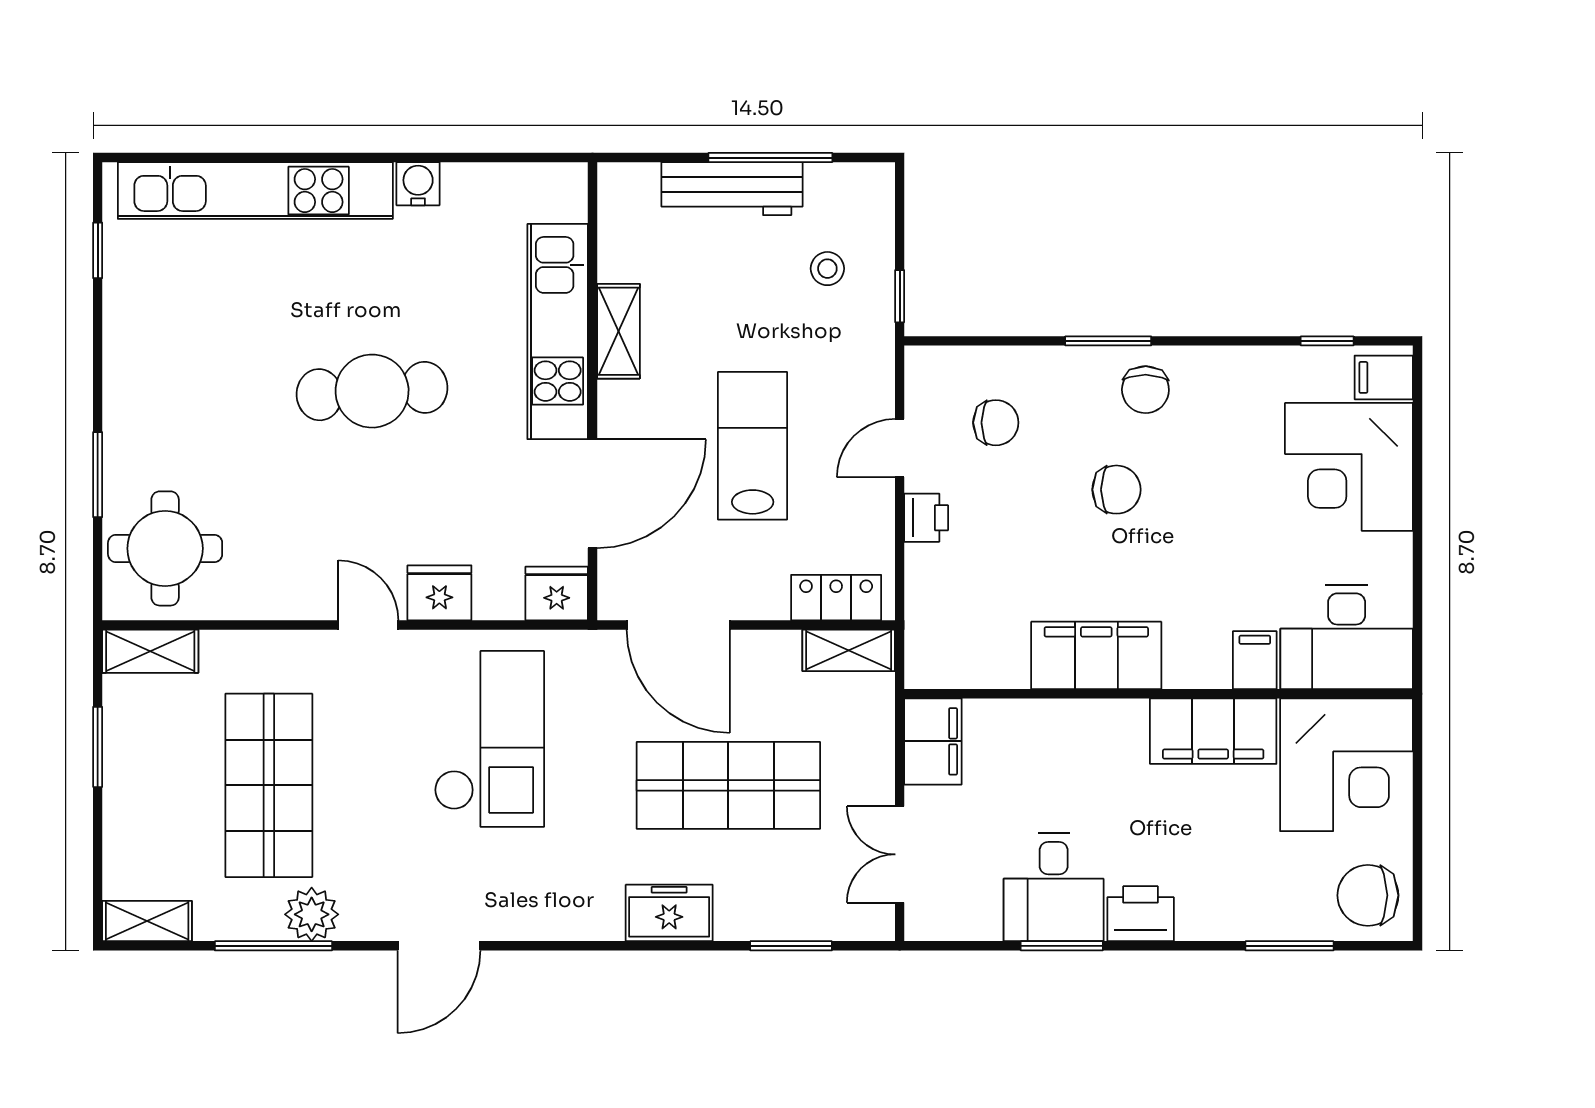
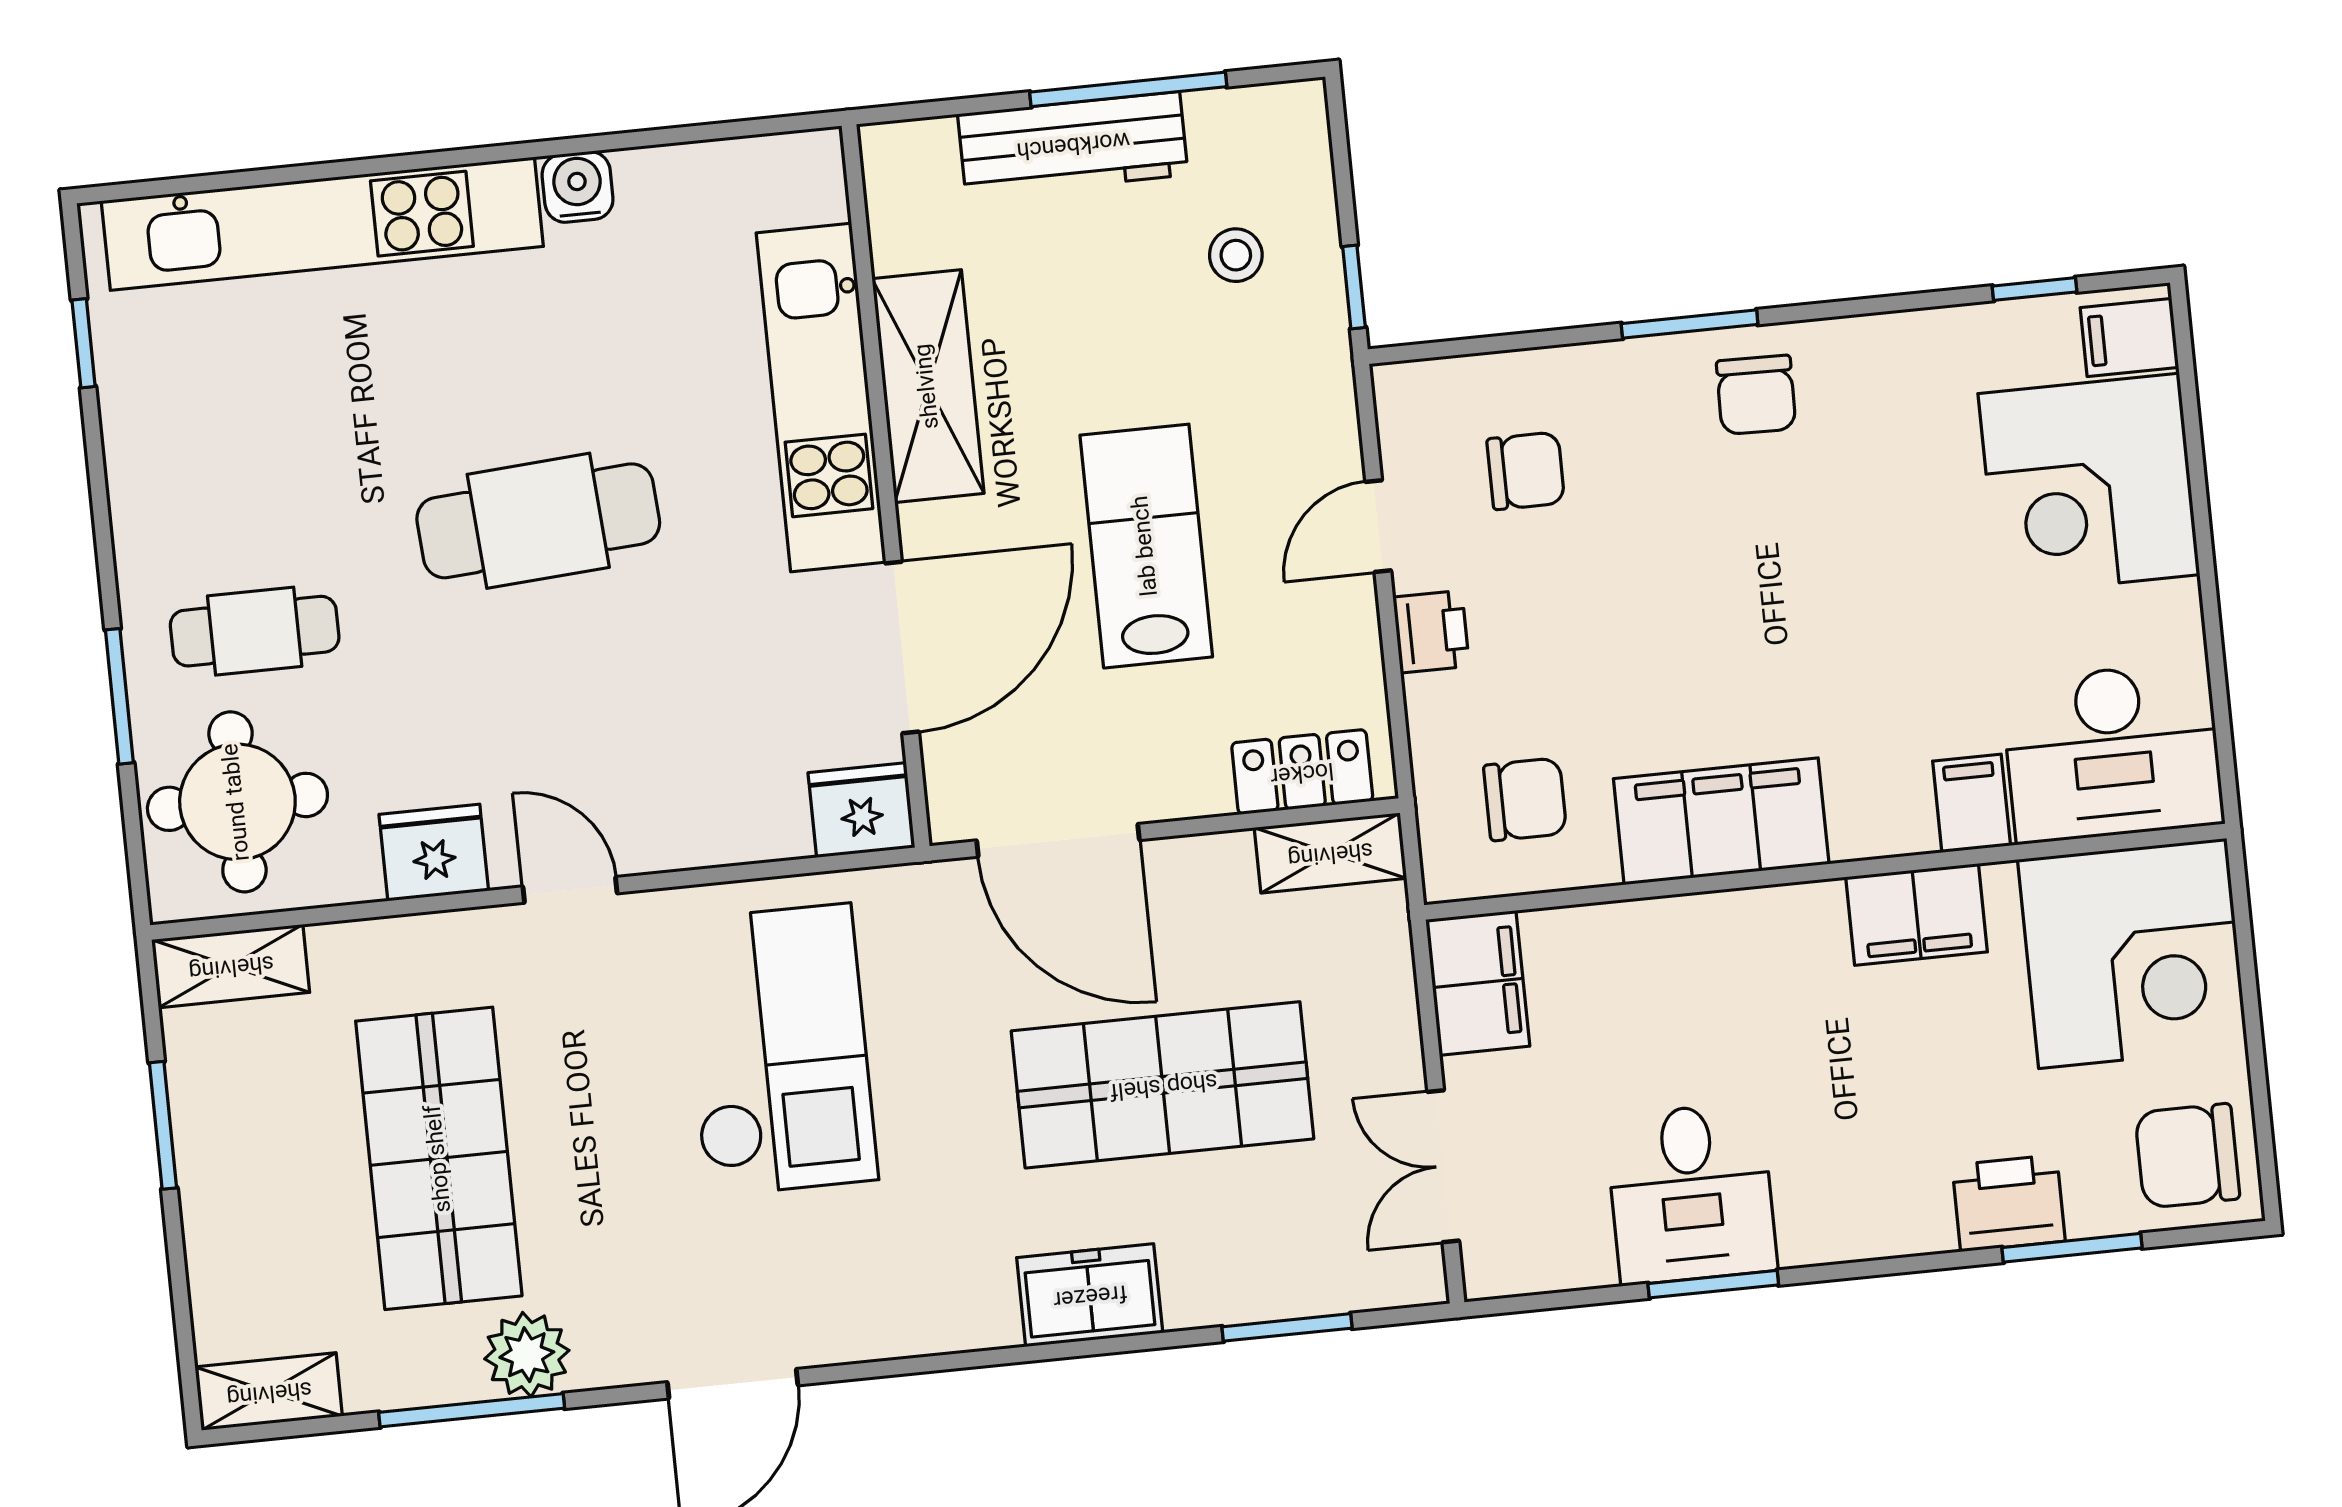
shelving: (618, 331) -> (928, 386), width x1.50, depth x1.33
cafe table: (187, 442) -> (255, 631), added
chair: (1116, 490) -> (1525, 799), moved
fridge: (439, 593) -> (434, 853), moved
filing cabinet: (1213, 731) -> (1917, 914), width x0.67, depth x0.86
printer: (1141, 914) -> (2009, 1203), moved

